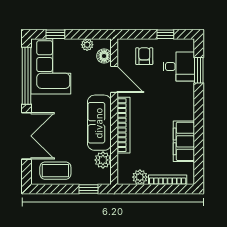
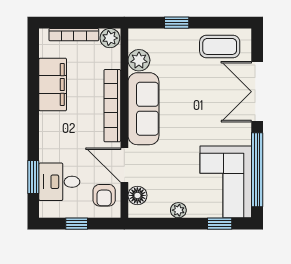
floor lamp: (104, 56) -> (137, 195), moved
door: (114, 79) -> (124, 165), moved
wall: (114, 112) -> (124, 123), moved
sofa: (99, 123) -> (143, 109), moved
bookcase: (123, 125) -> (112, 106), moved
plant: (103, 160) -> (139, 60), moved

